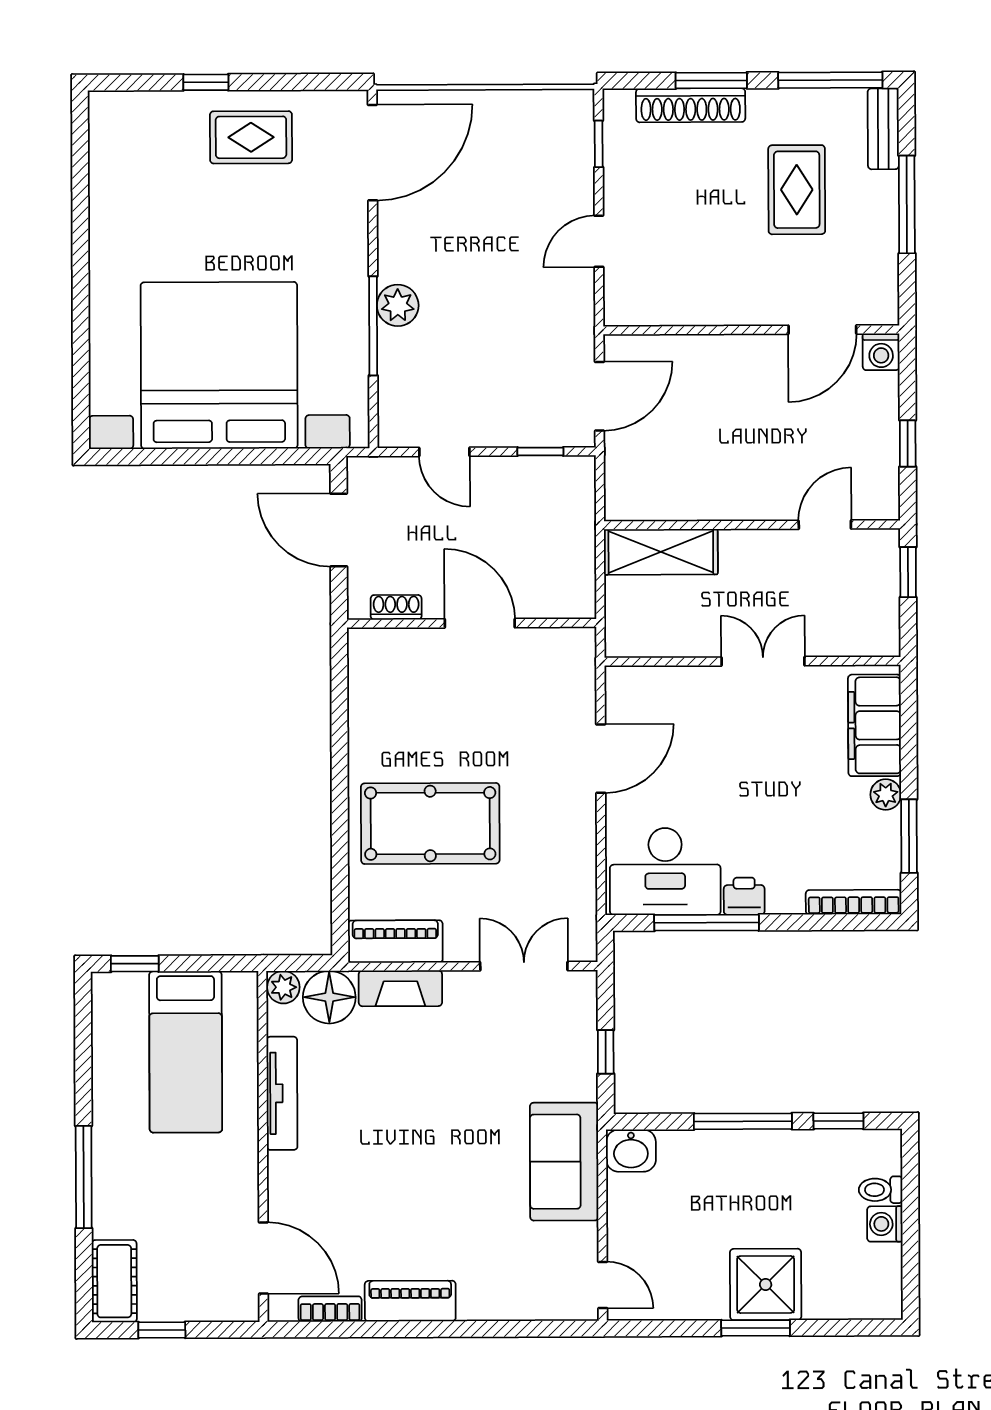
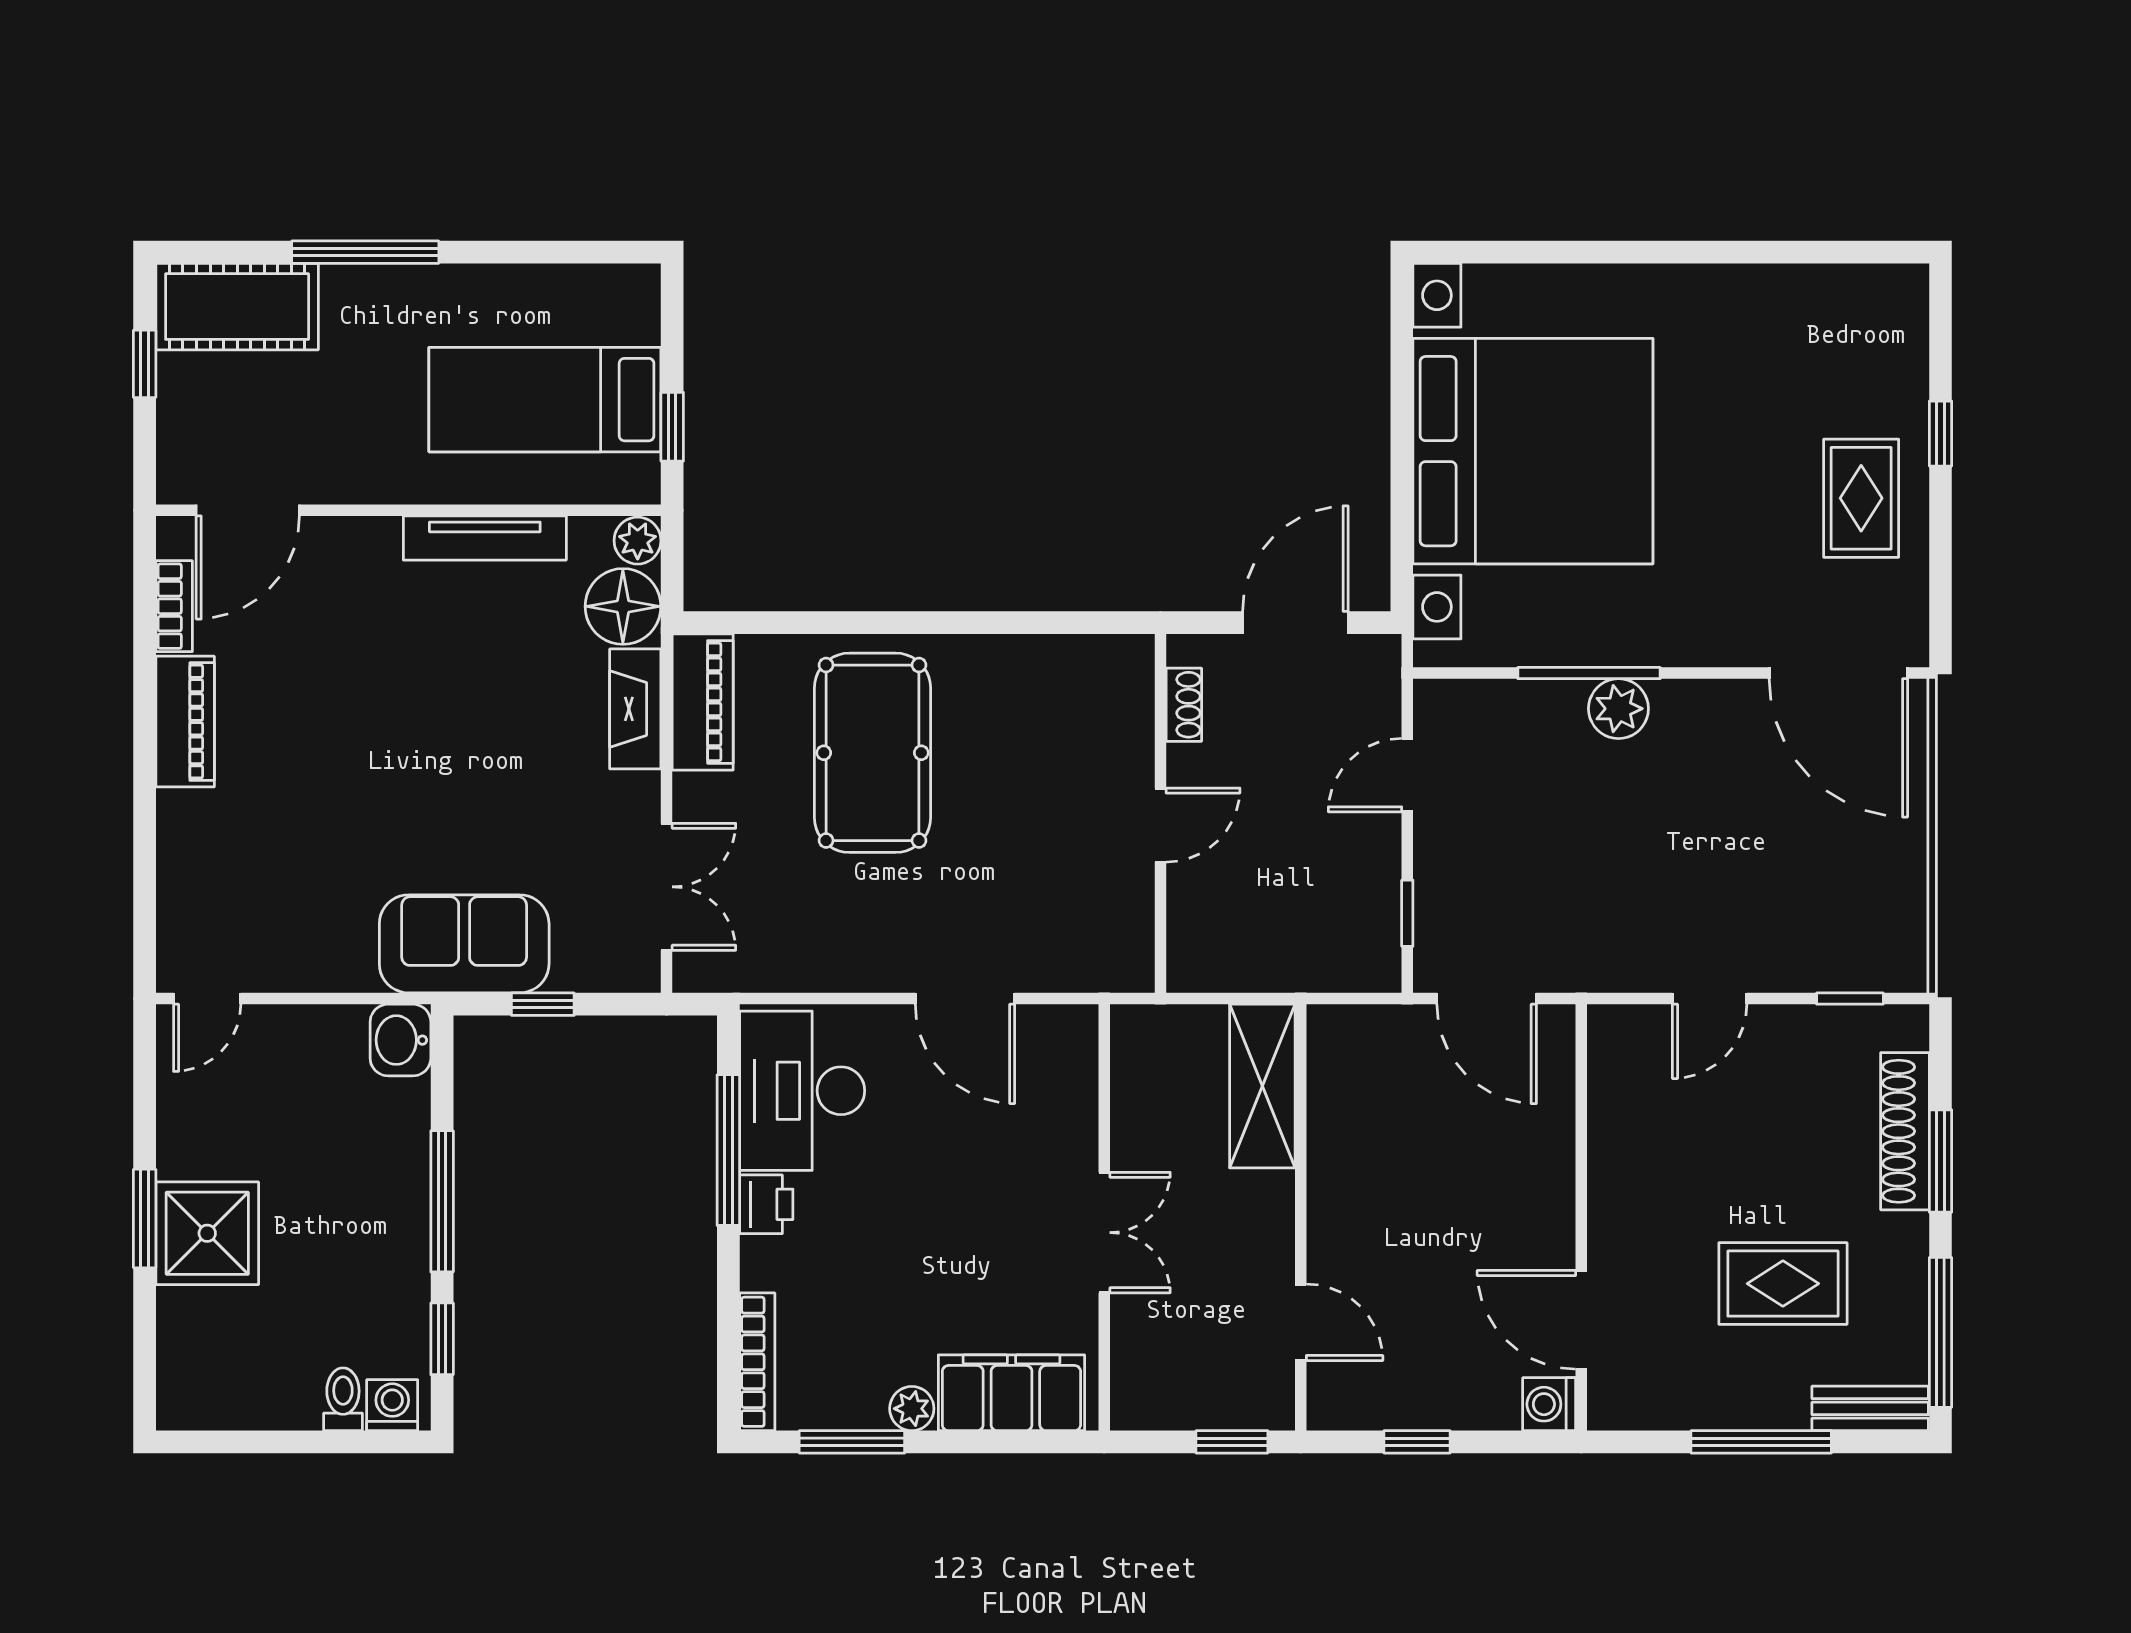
door: (599, 241) -> (1710, 999), swing flipped
door: (480, 623) -> (1160, 825), width x0.73
window: (135, 964) -> (672, 427), moved
sofa: (564, 1162) -> (464, 944), moved
washing machine: (885, 1224) -> (392, 1405), moved
cot: (114, 1281) -> (237, 307), width x1.37, depth x1.34

